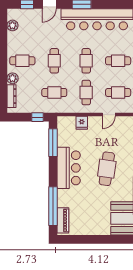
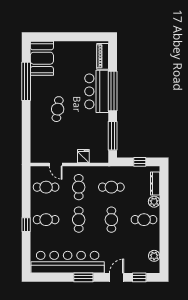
door: (109, 115) -> (56, 165), swing flipped
window: (38, 117) -> (140, 162), moved
bar counter: (69, 168) -> (97, 91), moved
cafe table: (107, 169) -> (58, 109), width x0.73, depth x0.74
window: (53, 206) -> (113, 91), moved

